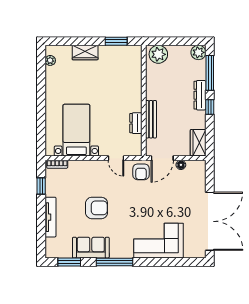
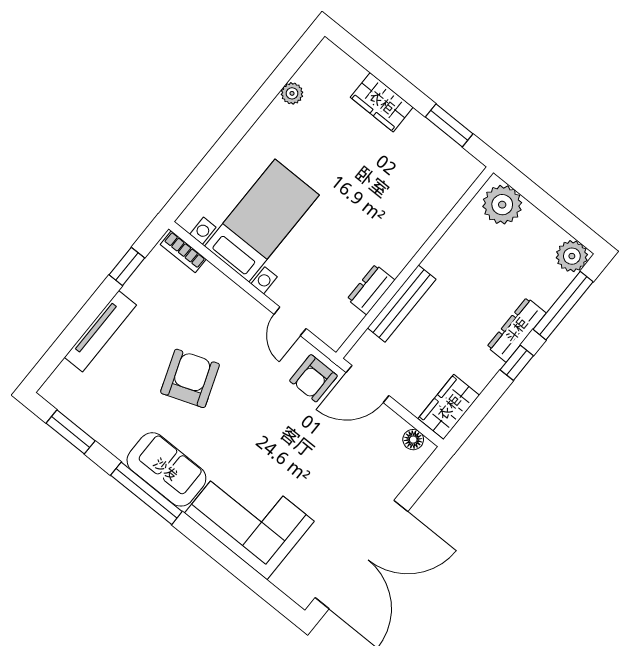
plant: (50, 60) -> (292, 93), moved
floor lamp: (181, 165) -> (413, 440), moved
armchair: (97, 208) -> (190, 378), turned -110
sofa: (91, 248) -> (166, 469), moved

